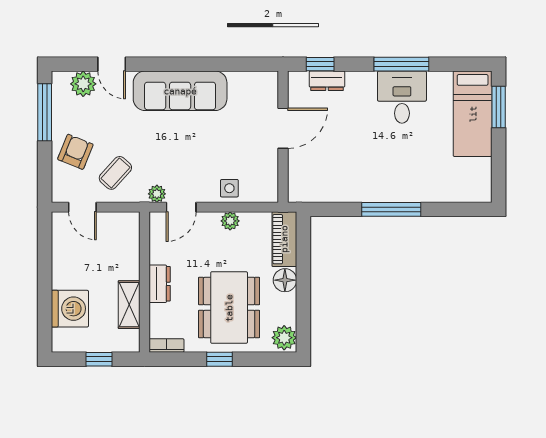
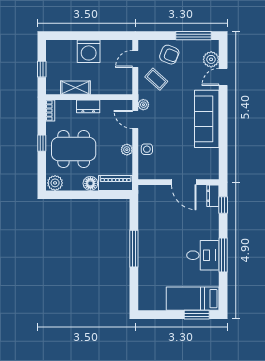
dresser: (327, 81) -> (213, 196), moved
washing machine: (70, 309) -> (89, 51), moved

